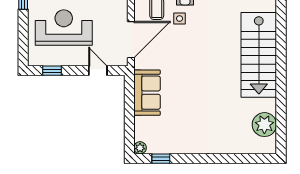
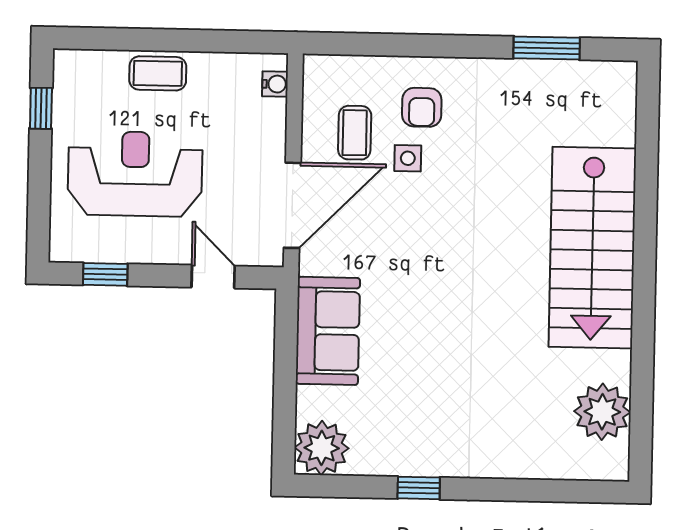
plant: (140, 148) -> (322, 448), width x1.88, depth x1.88
window: (161, 159) -> (419, 488), moved

